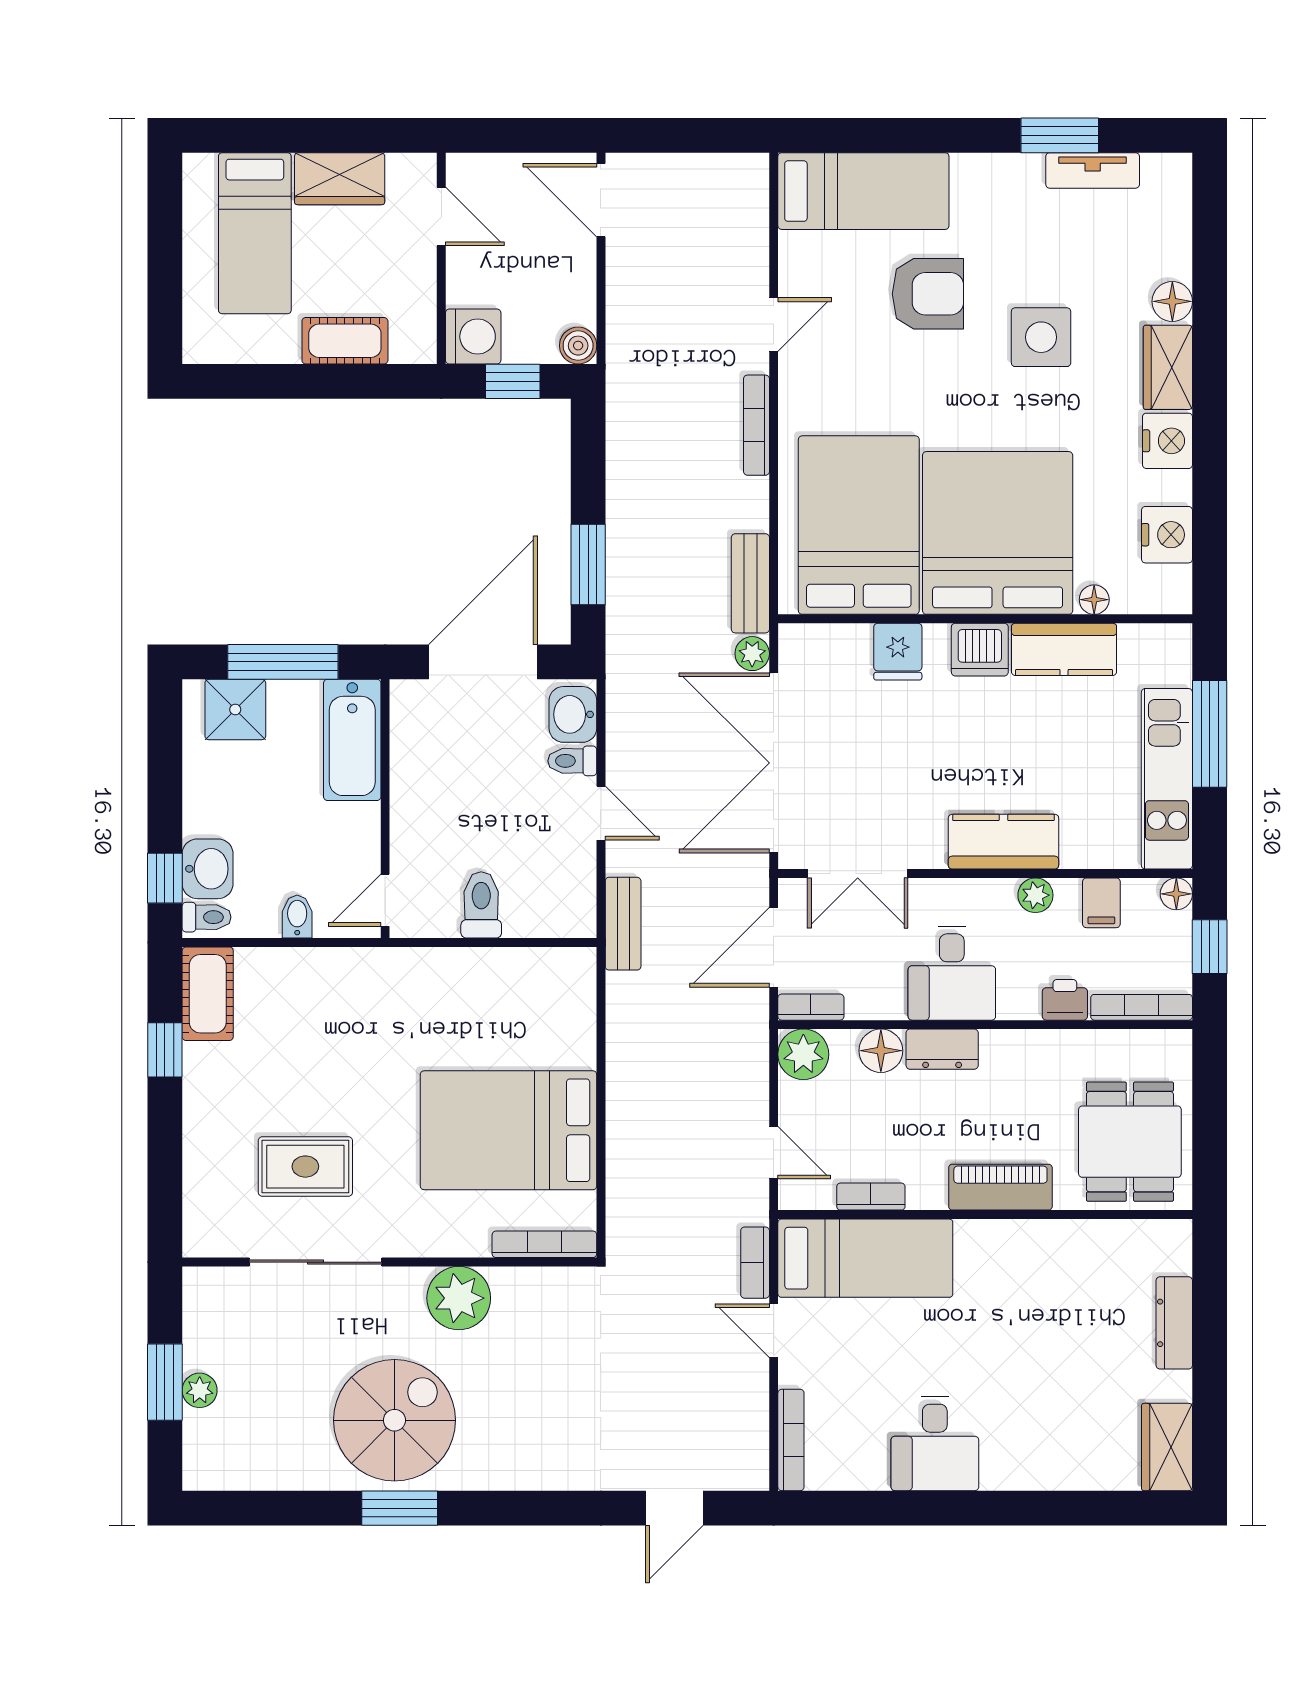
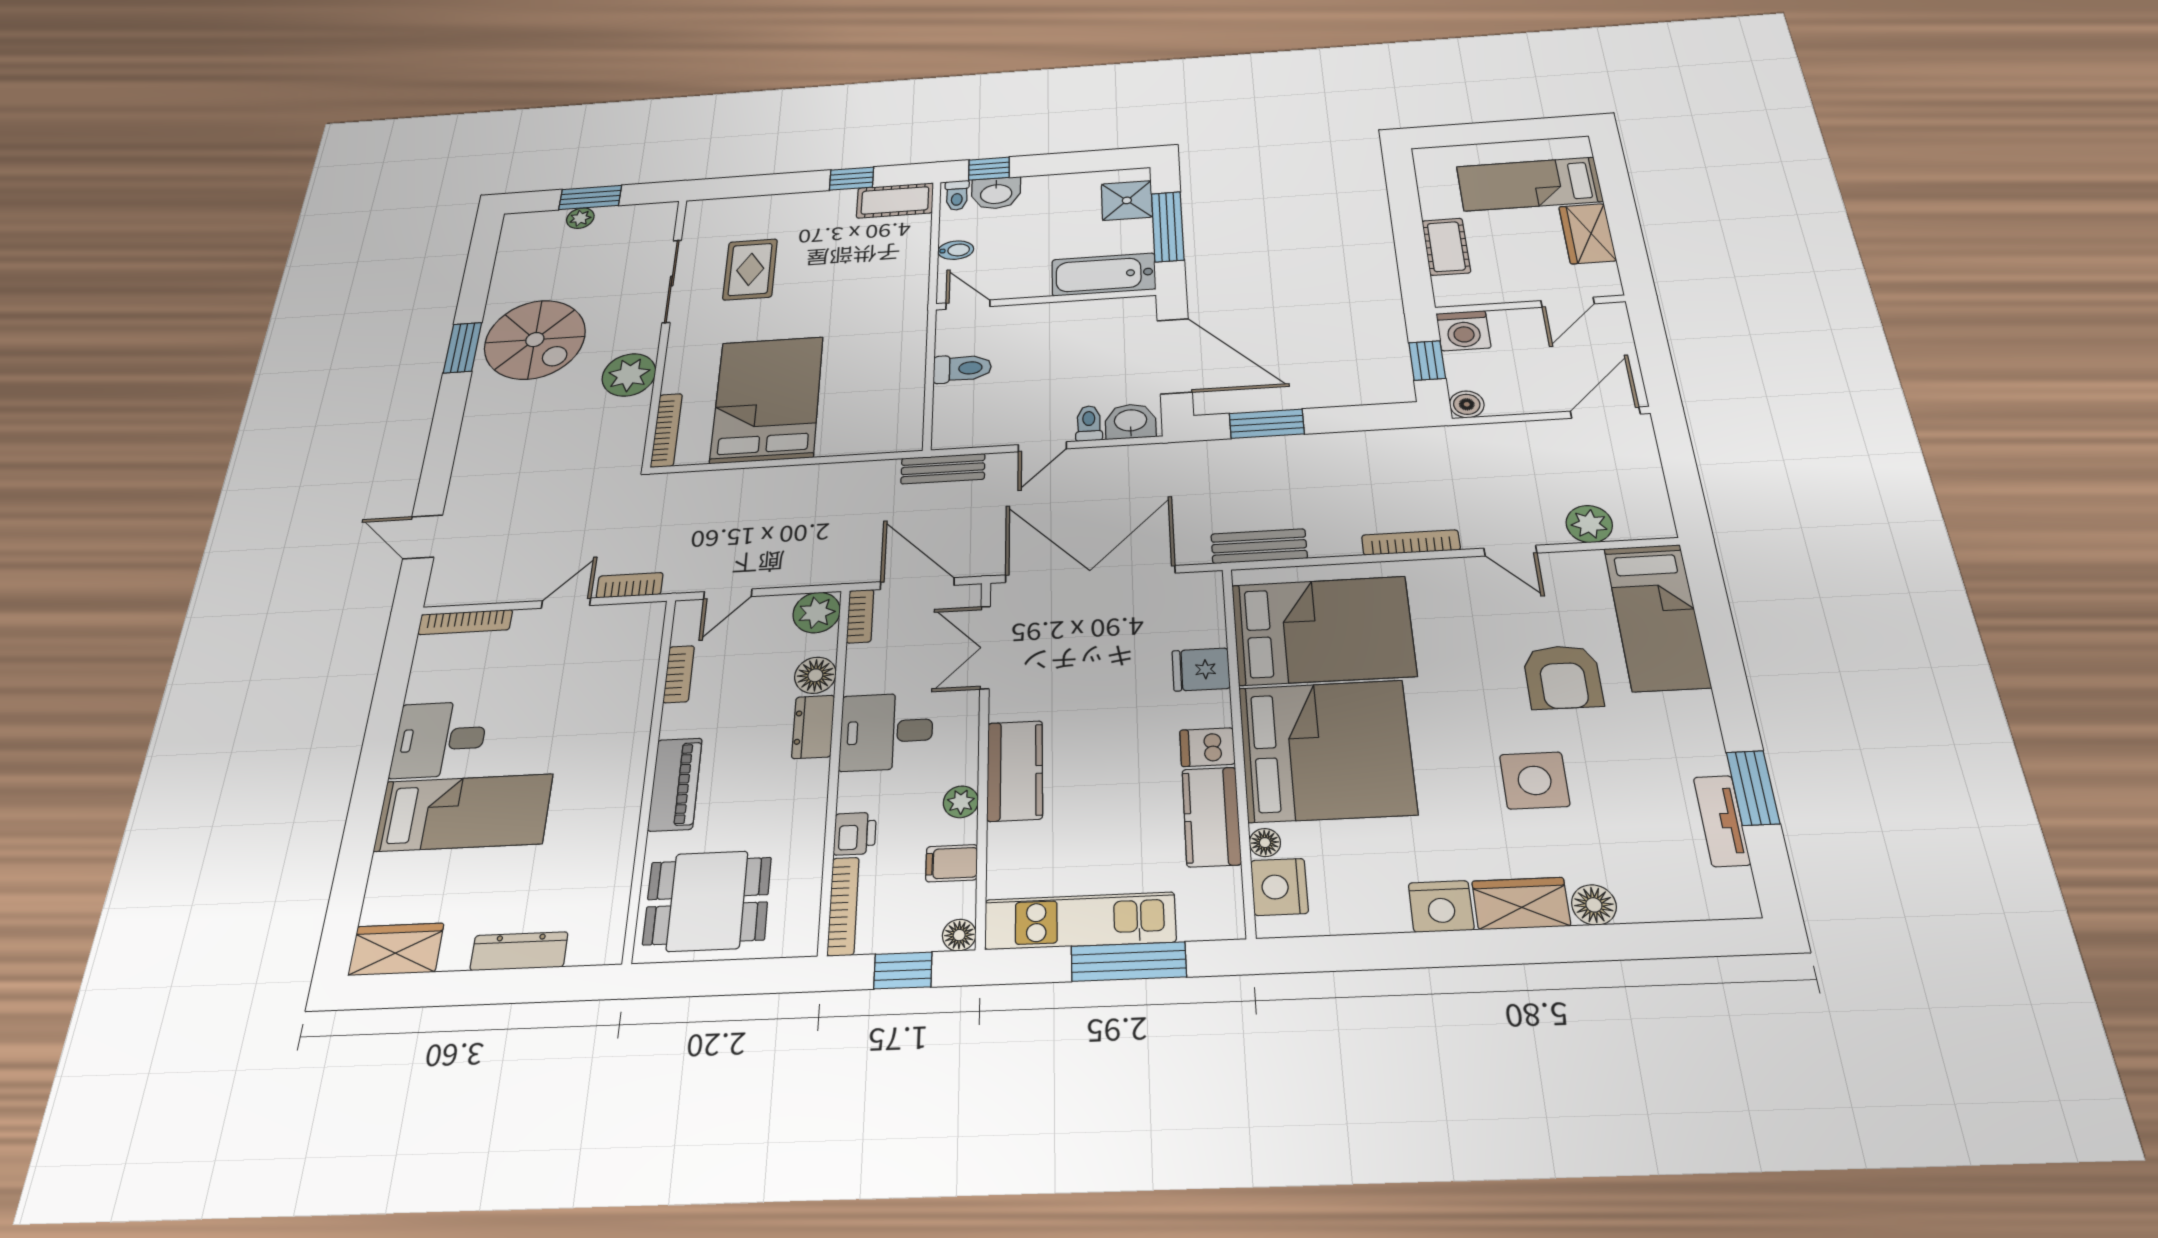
nightstand: (1167, 535) -> (1279, 887), moved, turned 90
dishwasher: (980, 650) -> (1207, 747), width x0.73
plant: (752, 654) -> (1589, 524), moved, width x1.38, depth x1.38
bed: (865, 1258) -> (464, 813), moved, turned -90

